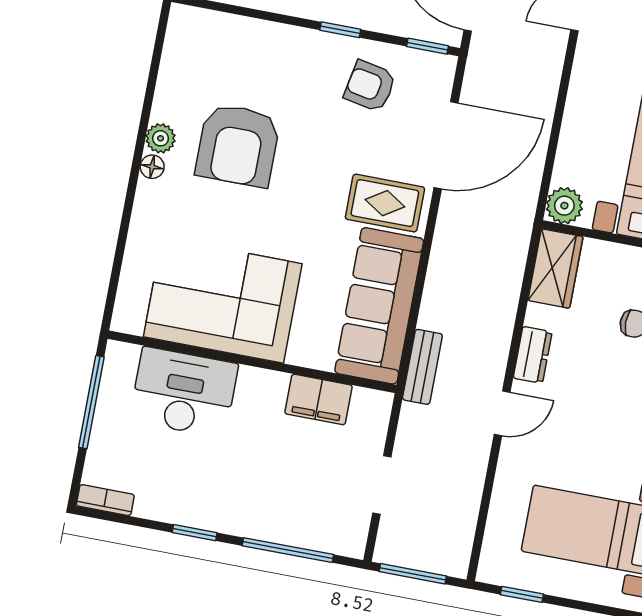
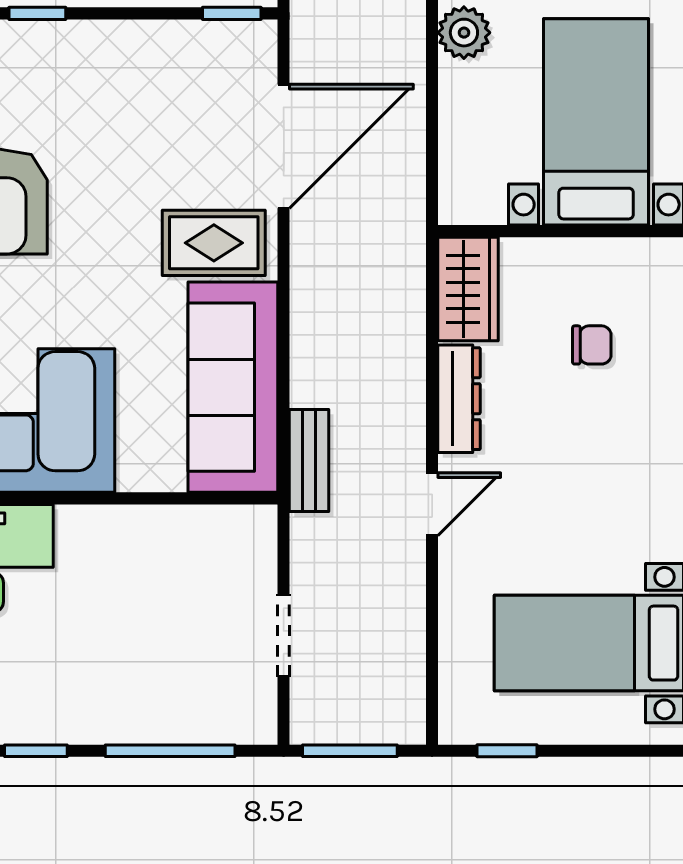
window: (340, 30) -> (37, 13), moved
armchair: (370, 86) -> (162, 84), removed
plant: (564, 206) -> (464, 33), moved
dresser: (533, 355) -> (459, 399), width x1.44
filing cabinet: (319, 399) -> (173, 533), removed

